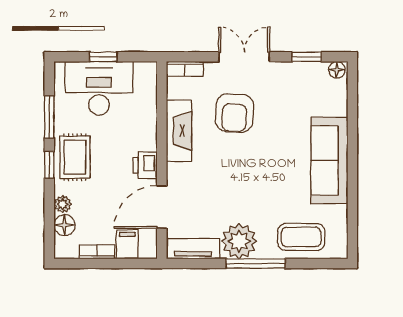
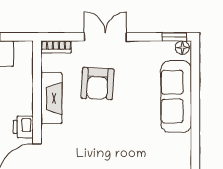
window: (307, 57) -> (174, 37), moved
sofa: (329, 160) -> (176, 97), moved

